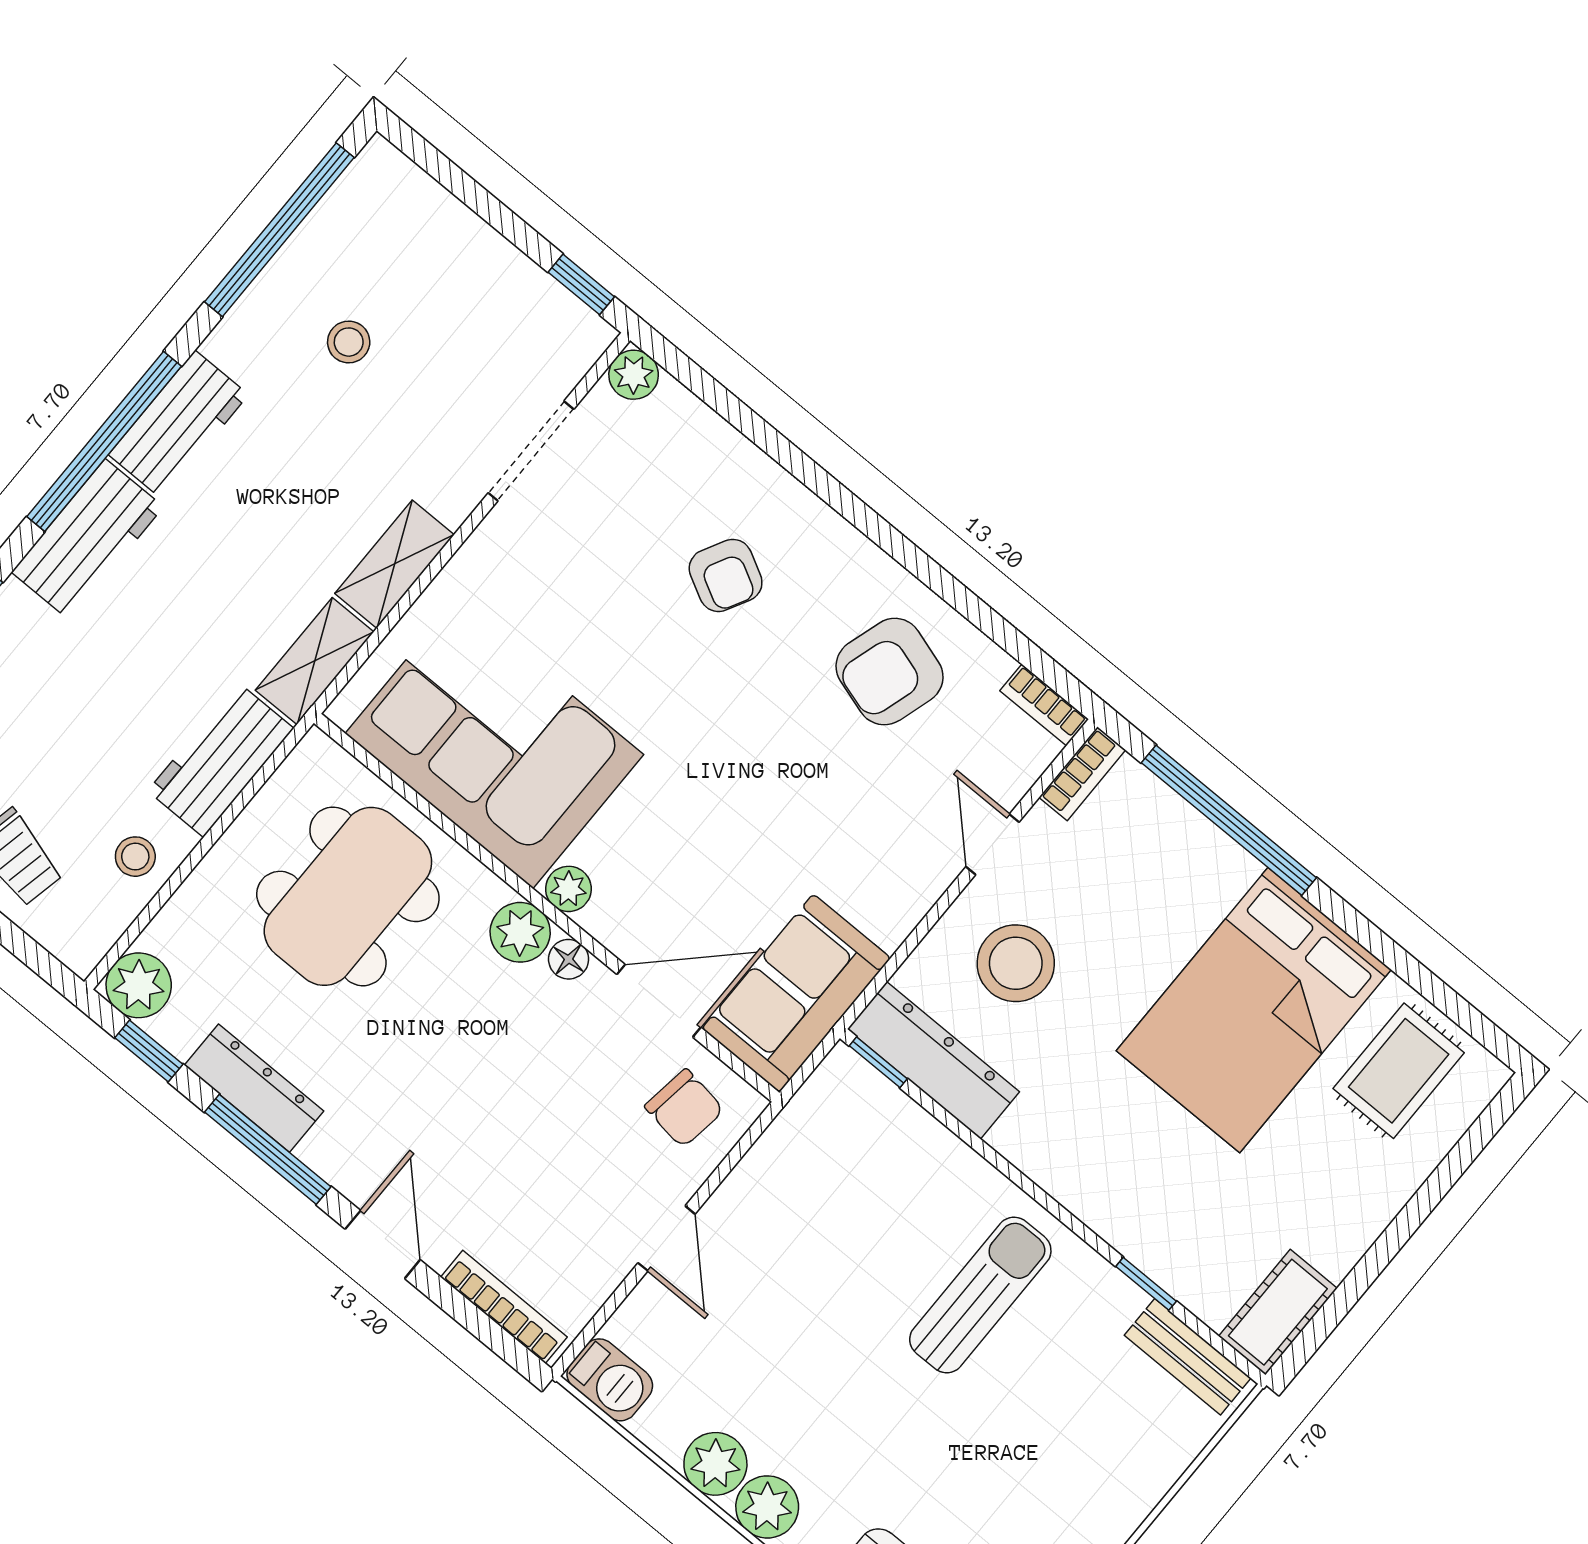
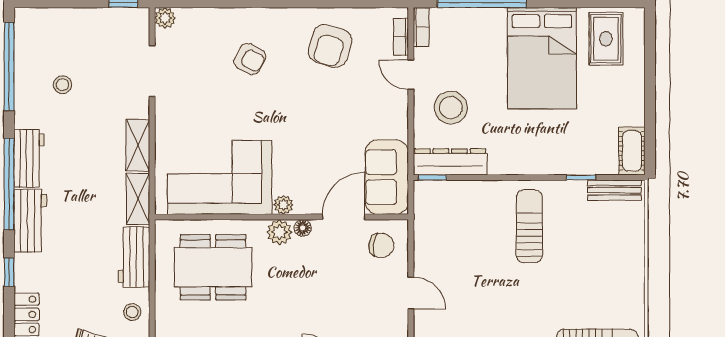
bookcase: (1044, 705) -> (401, 37), moved, turned 90
dining table: (348, 896) -> (213, 267), turned 90

